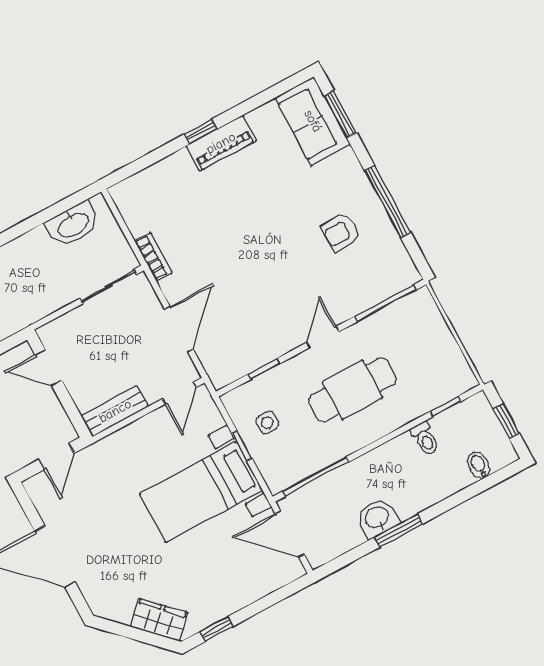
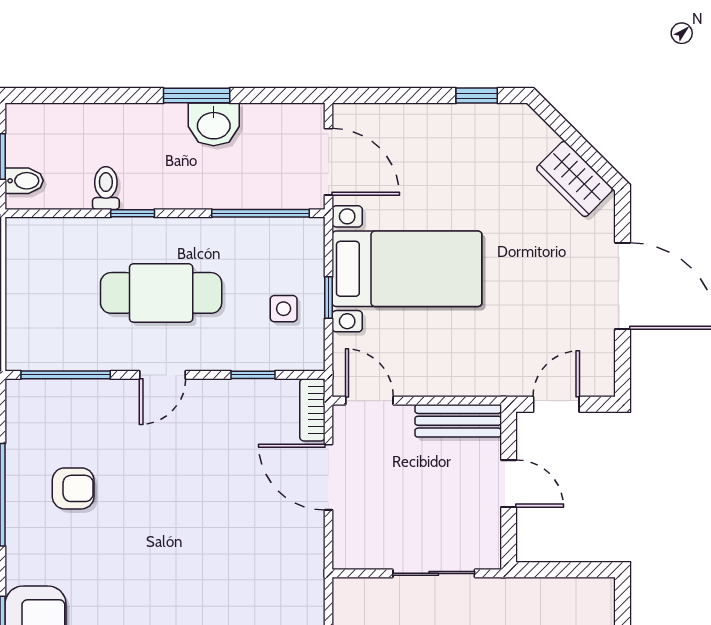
bookcase: (153, 257) -> (312, 410), moved
sliding door: (109, 286) -> (434, 573), moved
door: (179, 329) -> (329, 477), hinge flipped
door: (48, 368) -> (509, 484), moved
door: (179, 393) -> (369, 401), hinge flipped
window: (446, 406) -> (133, 213), moved
bidet: (479, 465) -> (24, 181), moved, turned -90
wardrobe: (159, 620) -> (574, 179), moved

